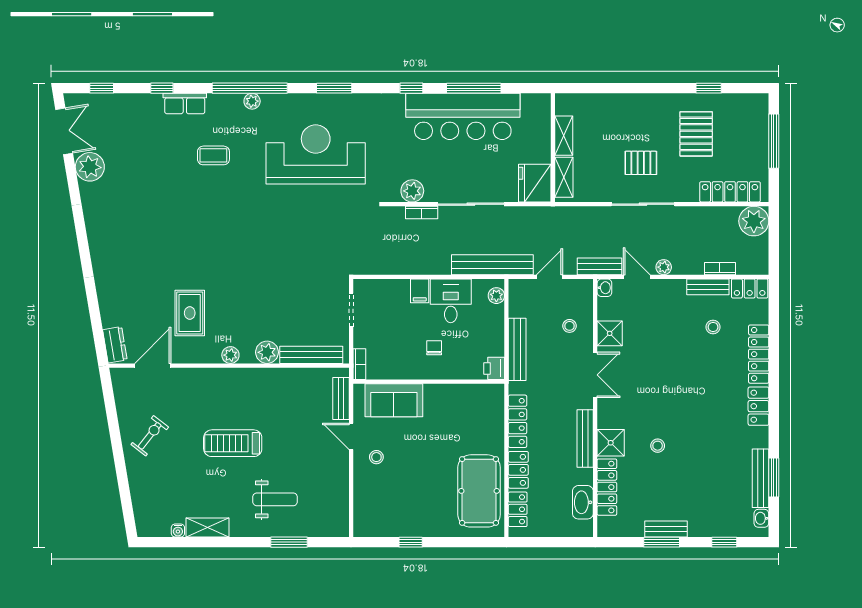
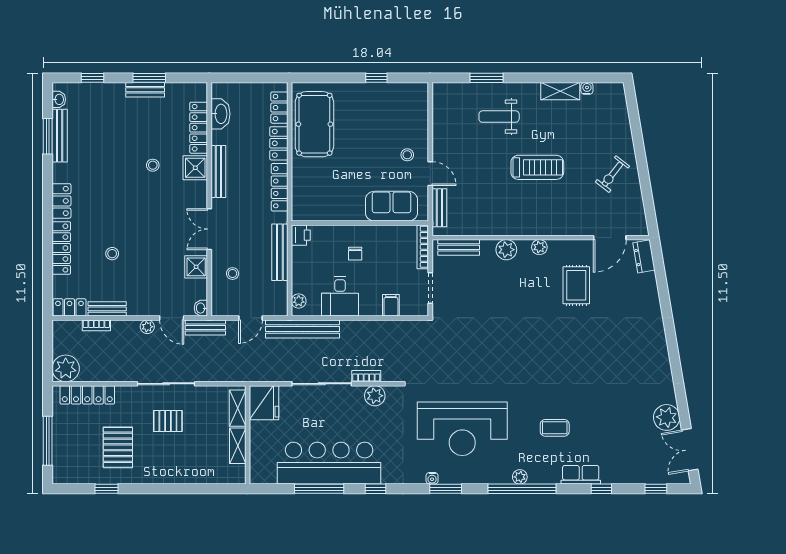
water cooler: (349, 100) -> (432, 478), added
filing cabinet: (420, 291) -> (391, 305), moved
stool: (713, 327) -> (112, 254), moved
bench: (311, 355) -> (459, 247), width x0.73
bookcase: (359, 364) -> (423, 247), width x1.56

